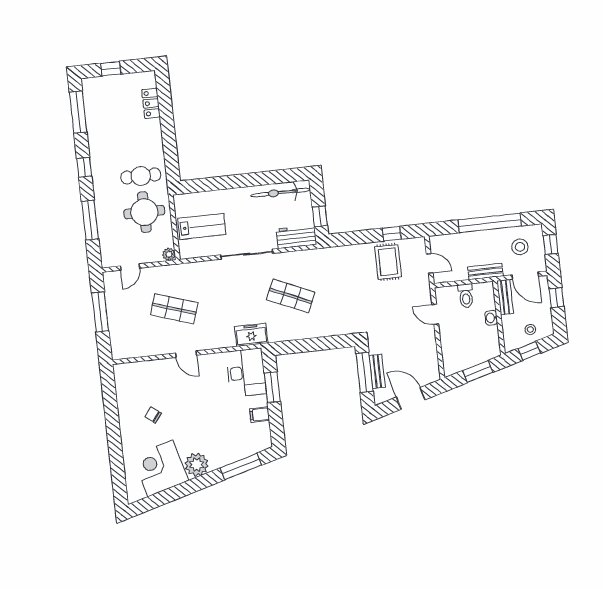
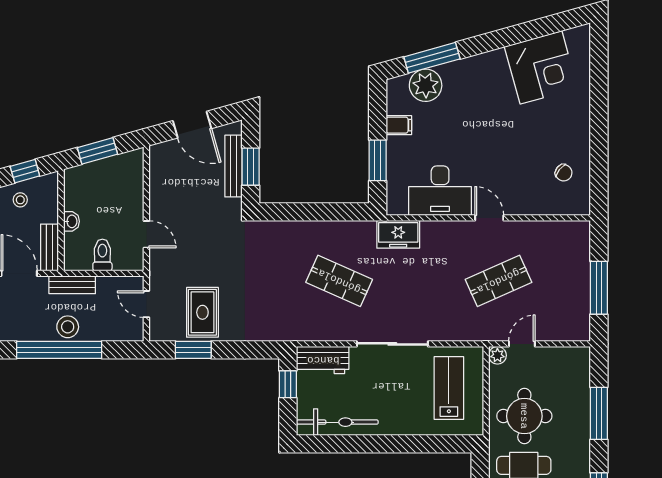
lab bench: (202, 227) -> (449, 388), turned 90
window: (392, 234) -> (193, 350), width x1.50
stool: (520, 247) -> (68, 327), moved
door: (130, 267) -> (522, 344), moved
shop shelf: (174, 309) -> (498, 281), turned -42
bench: (377, 371) -> (233, 166), width x1.36
window: (365, 372) -> (251, 167), width x0.69
desk: (246, 373) -> (440, 191), moved, turned -90
chair: (153, 415) -> (564, 173), moved
plant: (197, 465) -> (426, 85), moved

